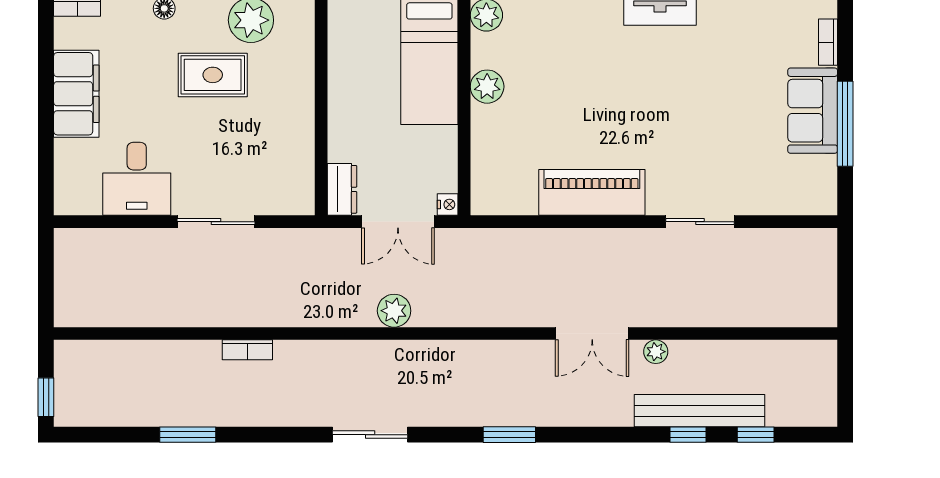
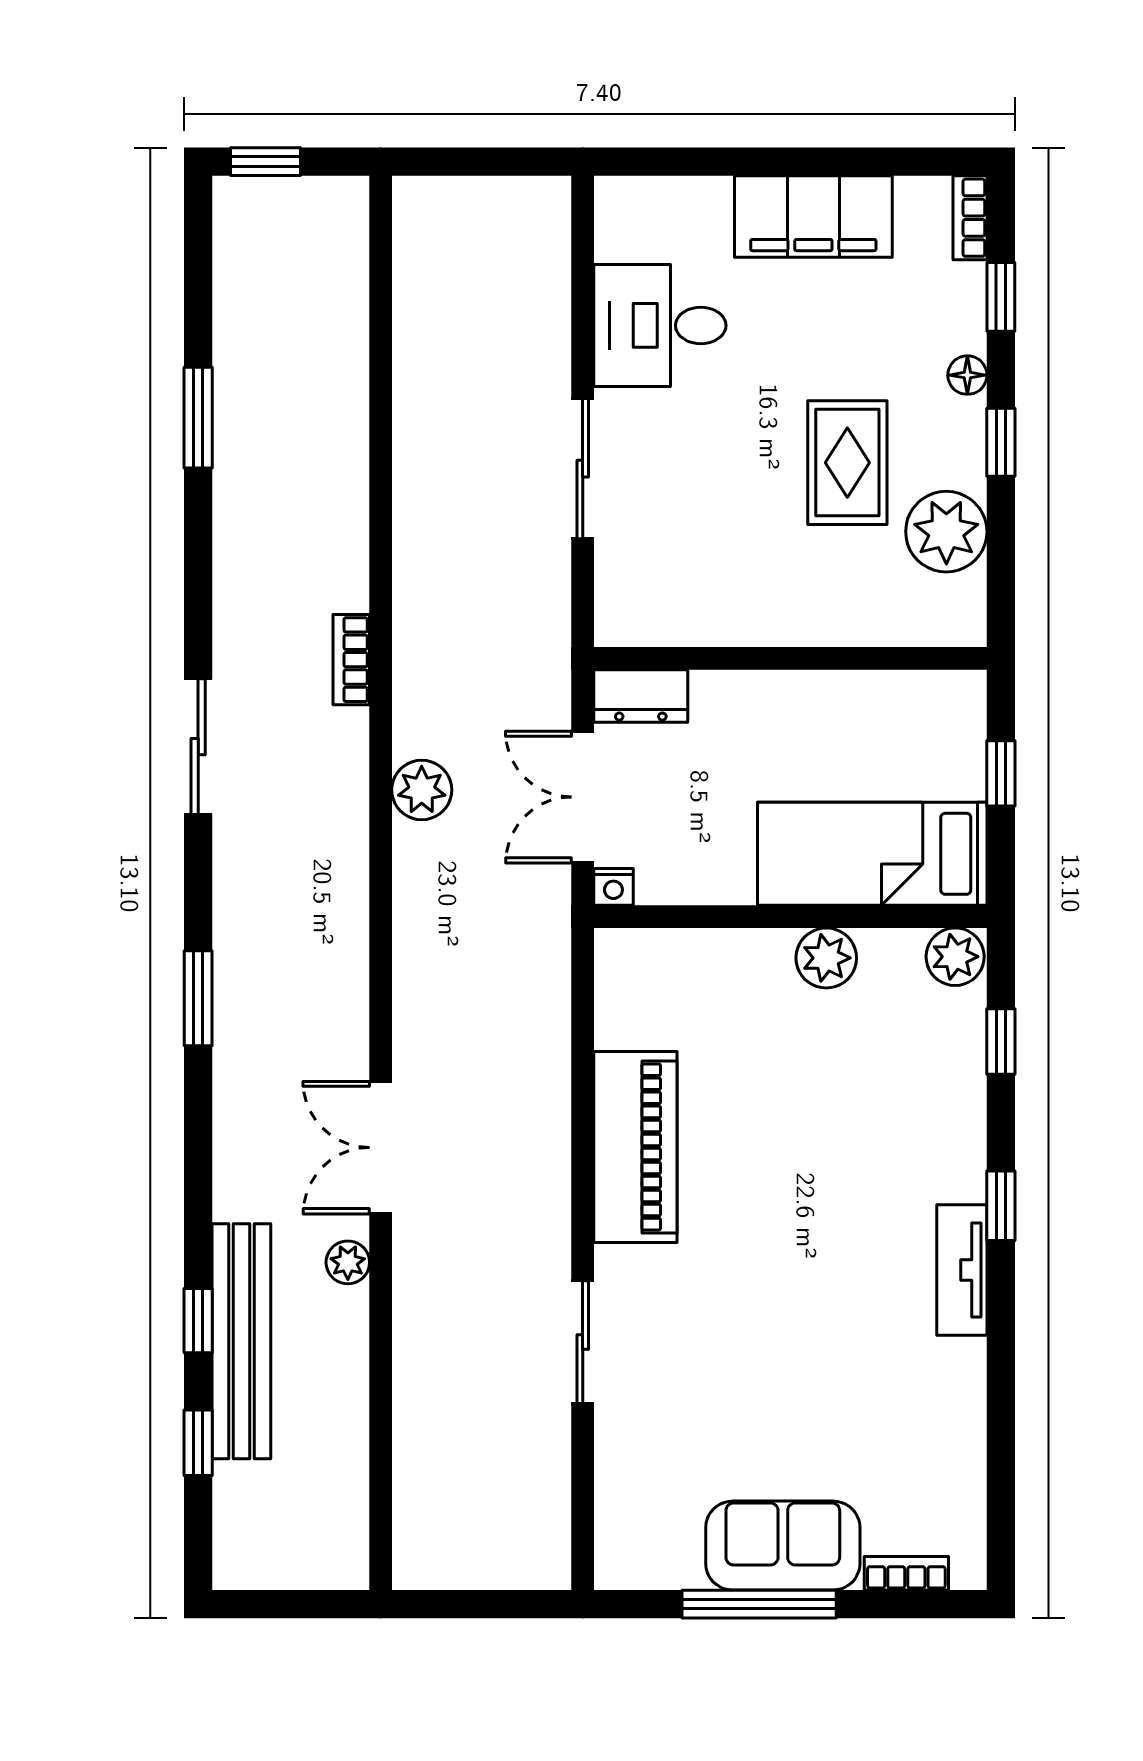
bookcase: (247, 350) -> (351, 660), moved

